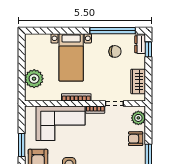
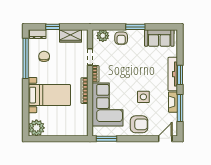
window: (148, 49) -> (53, 27), moved
plant: (34, 79) -> (36, 128), moved
window: (22, 145) -> (106, 139), moved

